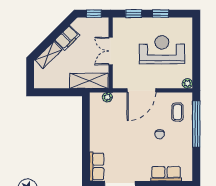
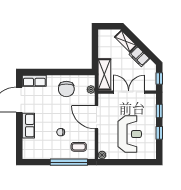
double door: (111, 51) -> (129, 92), width x1.37
chair: (107, 127) -> (66, 89), added
row of seats: (166, 174) -> (28, 126), moved

